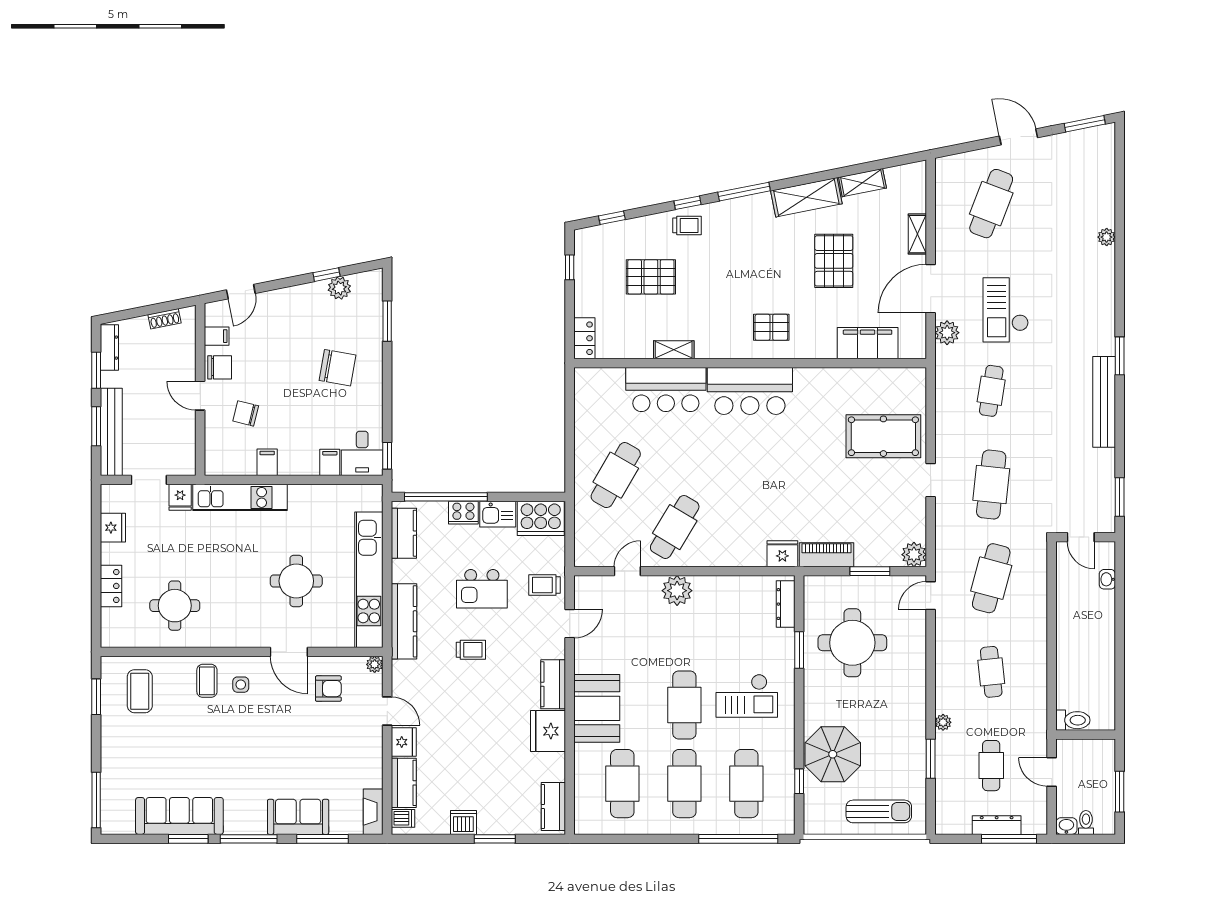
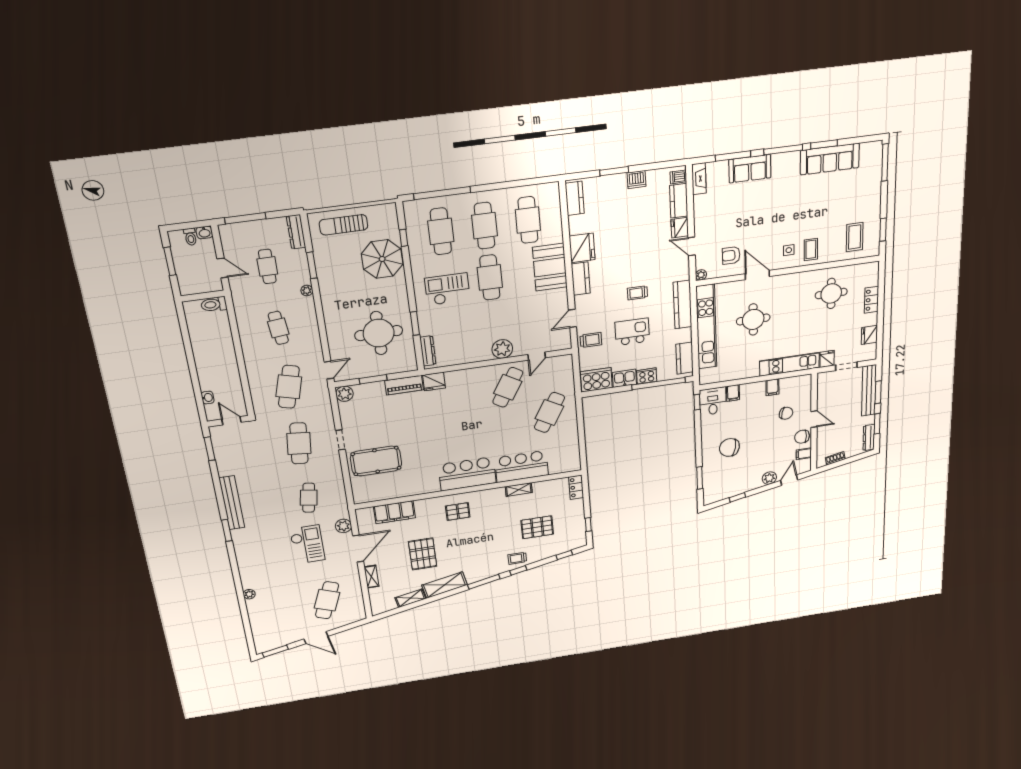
plant: (339, 288) -> (769, 478), moved
dresser: (997, 825) -> (296, 232), moved, turned 90

